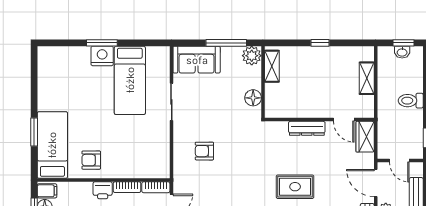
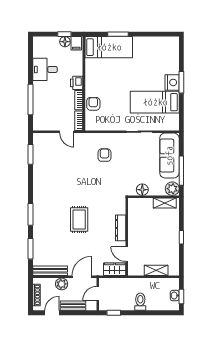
sofa: (197, 60) -> (169, 156), width x1.36
door: (344, 120) -> (127, 254), hinge flipped
armchair: (91, 160) -> (93, 104), moved

